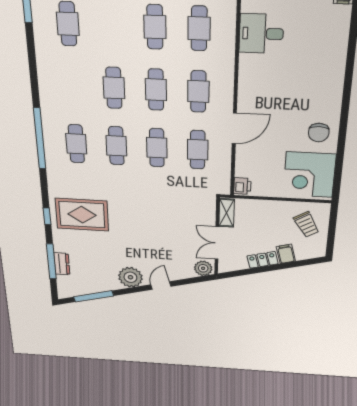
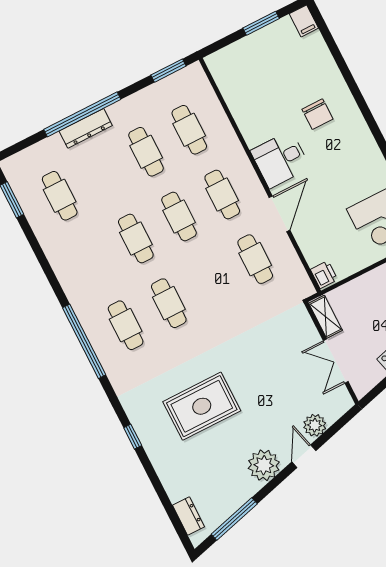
desk: (261, 34) -> (280, 159), moved
chair: (319, 133) -> (317, 114), moved
cafe table: (157, 148) -> (212, 281), removed
rug: (82, 215) -> (202, 406), moved
window: (51, 261) -> (164, 497), removed
dresser: (62, 264) -> (188, 516), moved
plant: (203, 268) -> (315, 425), moved

